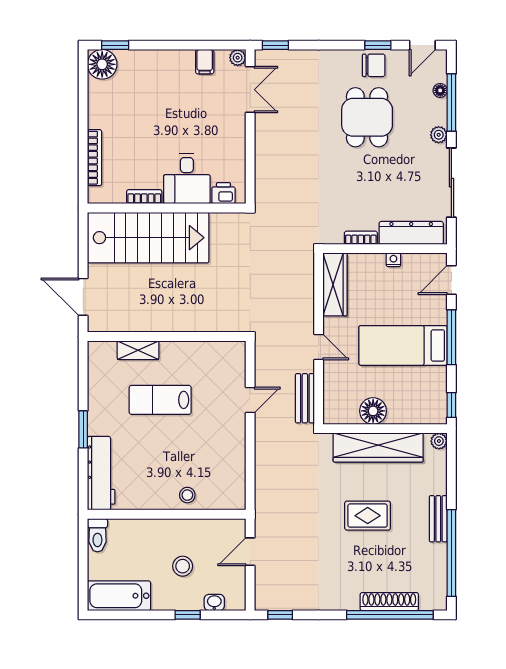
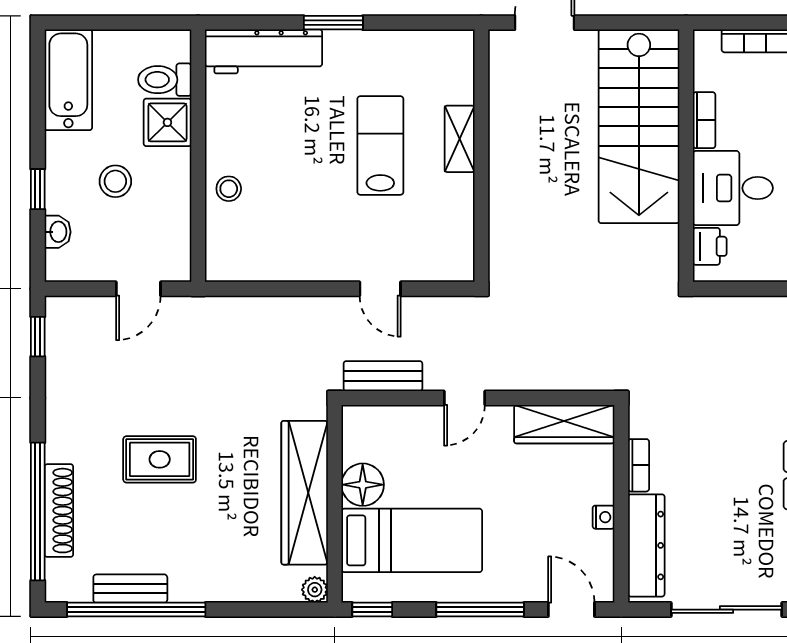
bed: (403, 345) -> (412, 540), moved, turned 90
shelving: (138, 350) -> (460, 139), moved
rug: (368, 516) -> (160, 459), moved, turned 90
bench: (438, 519) -> (130, 589), moved
shower: (146, 533) -> (167, 122), added
toilet: (97, 535) -> (165, 80), moved
door: (250, 552) -> (138, 289), swing flipped

